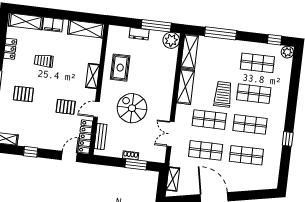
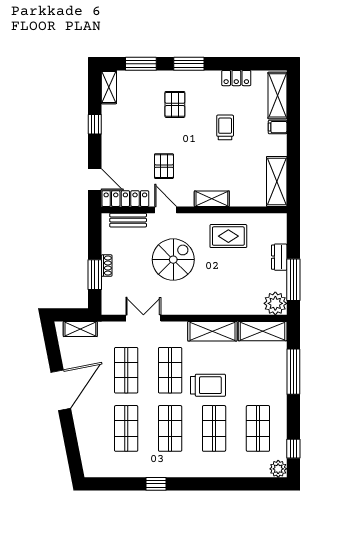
filing cabinet: (53, 25) -> (278, 127), width x0.50

